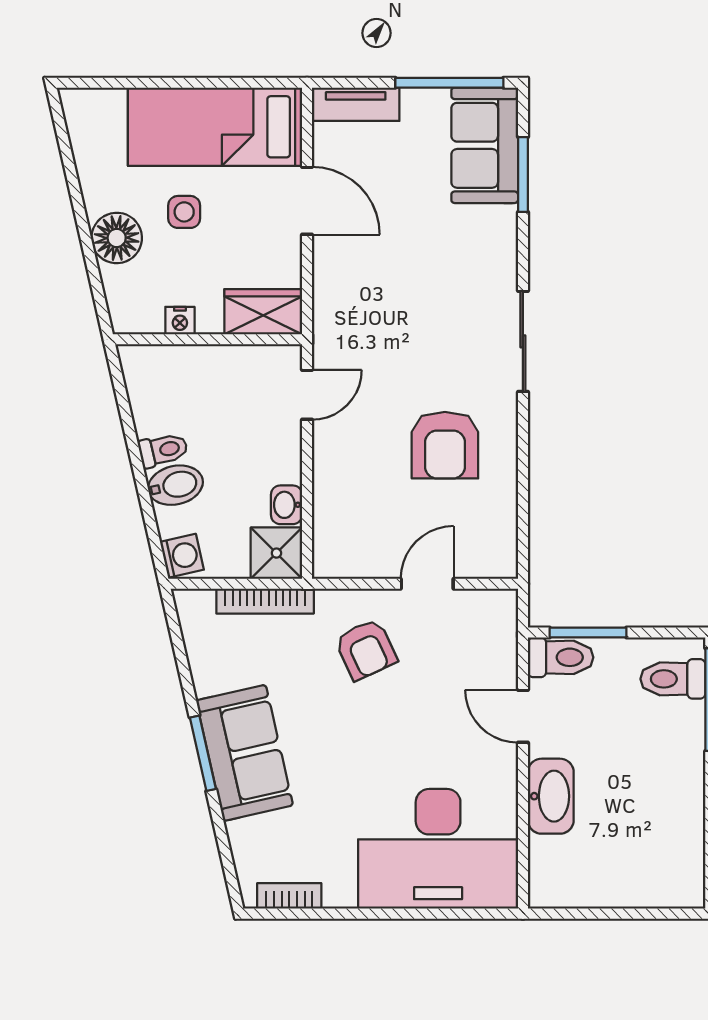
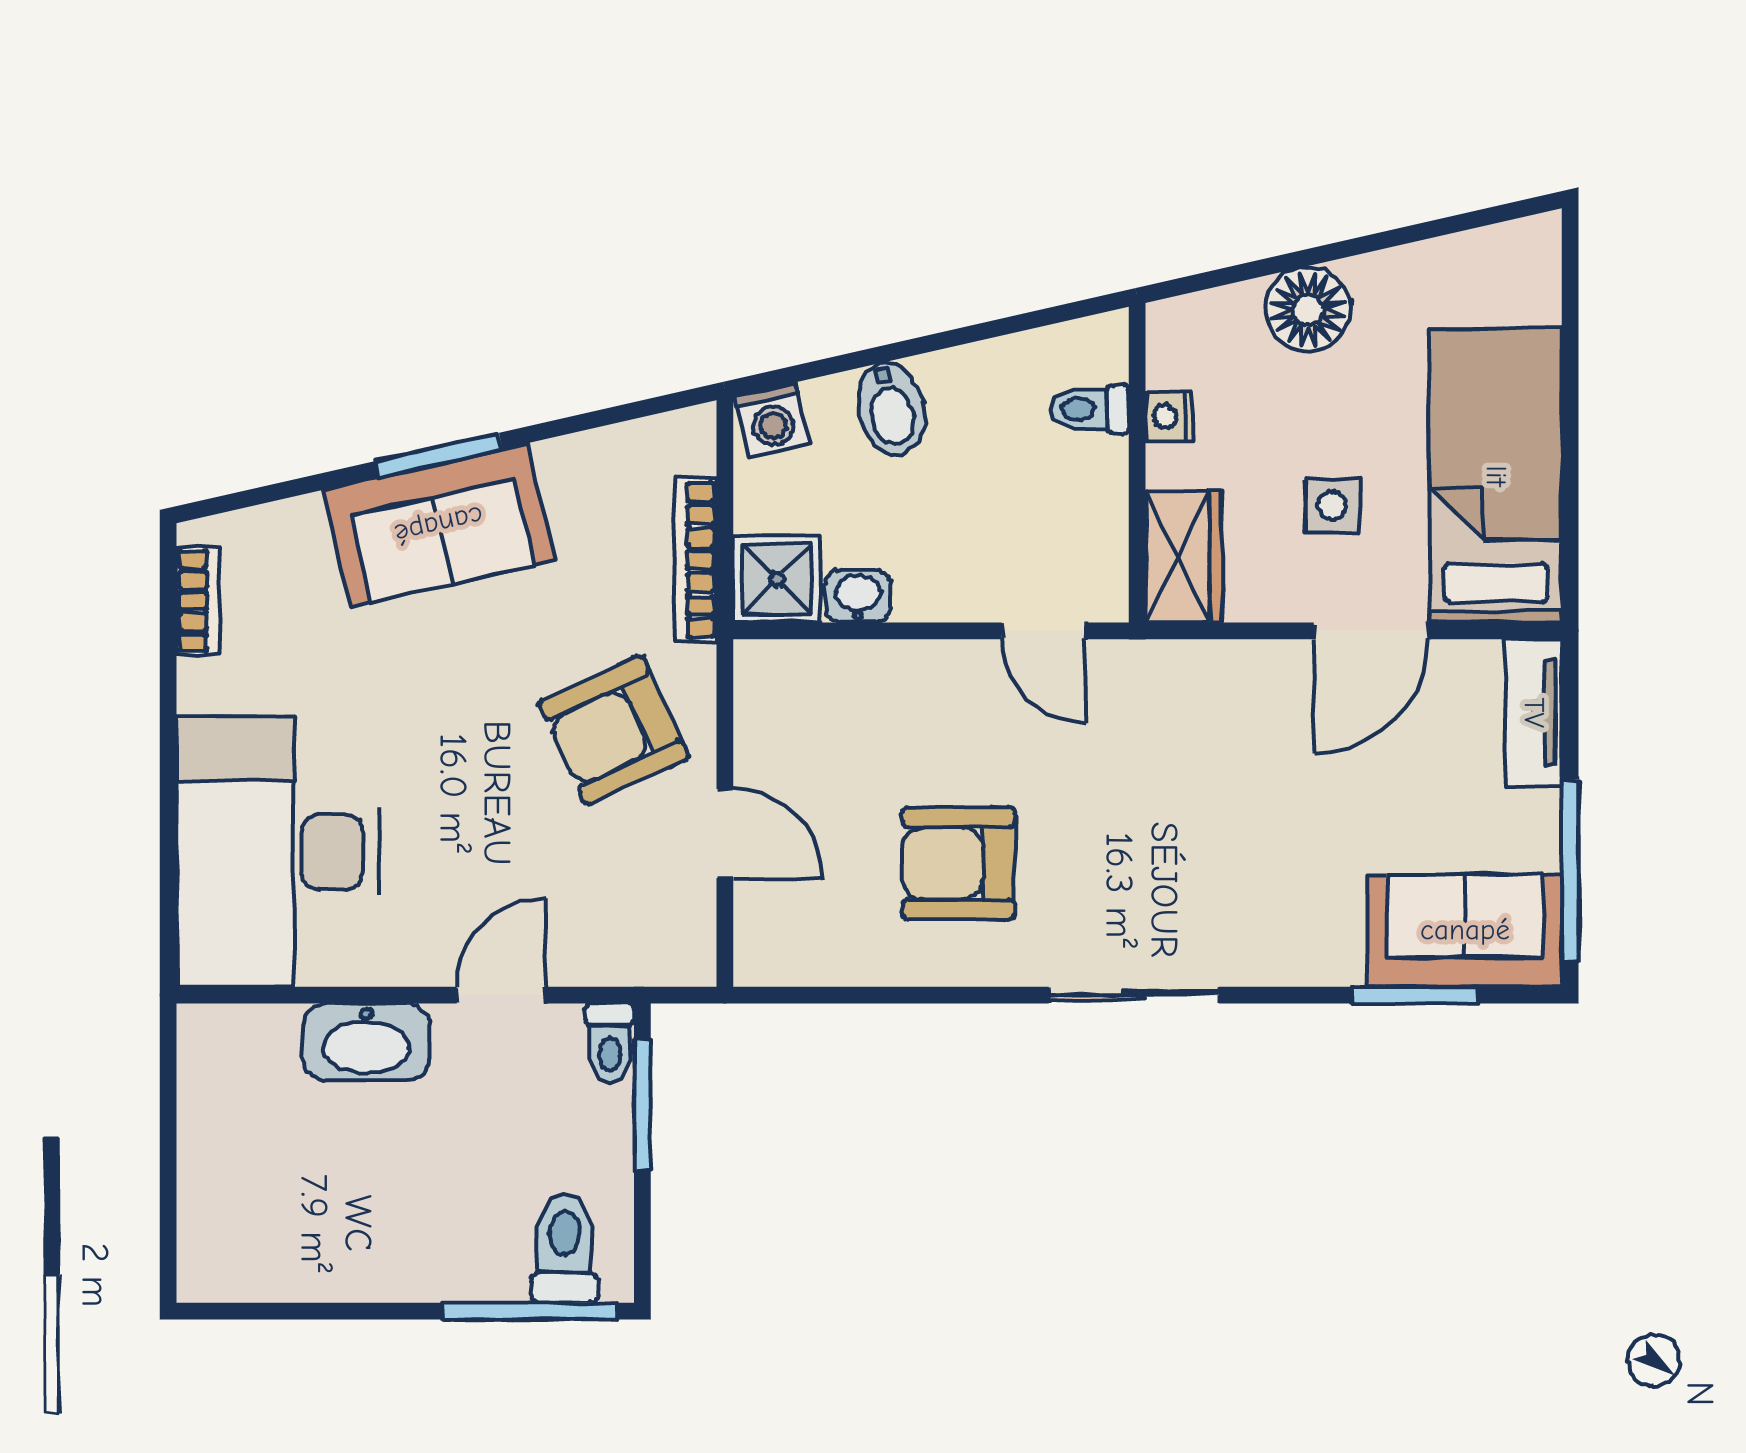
side table: (184, 212) -> (1332, 506), moved
toilet: (163, 450) -> (1089, 409), moved, turned 103
armchair: (366, 649) -> (614, 730), width x1.38, depth x1.38
toilet: (561, 657) -> (610, 1043), width x0.73, depth x0.72

